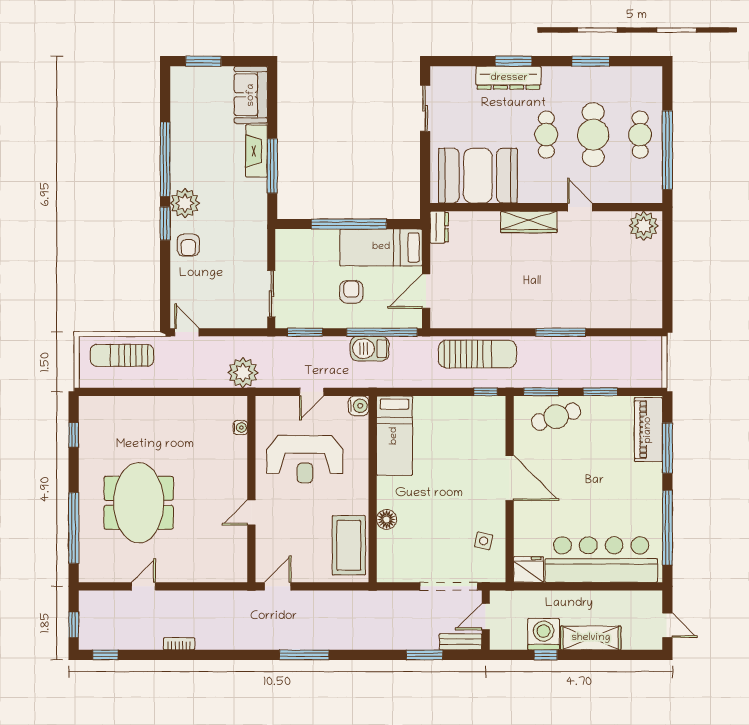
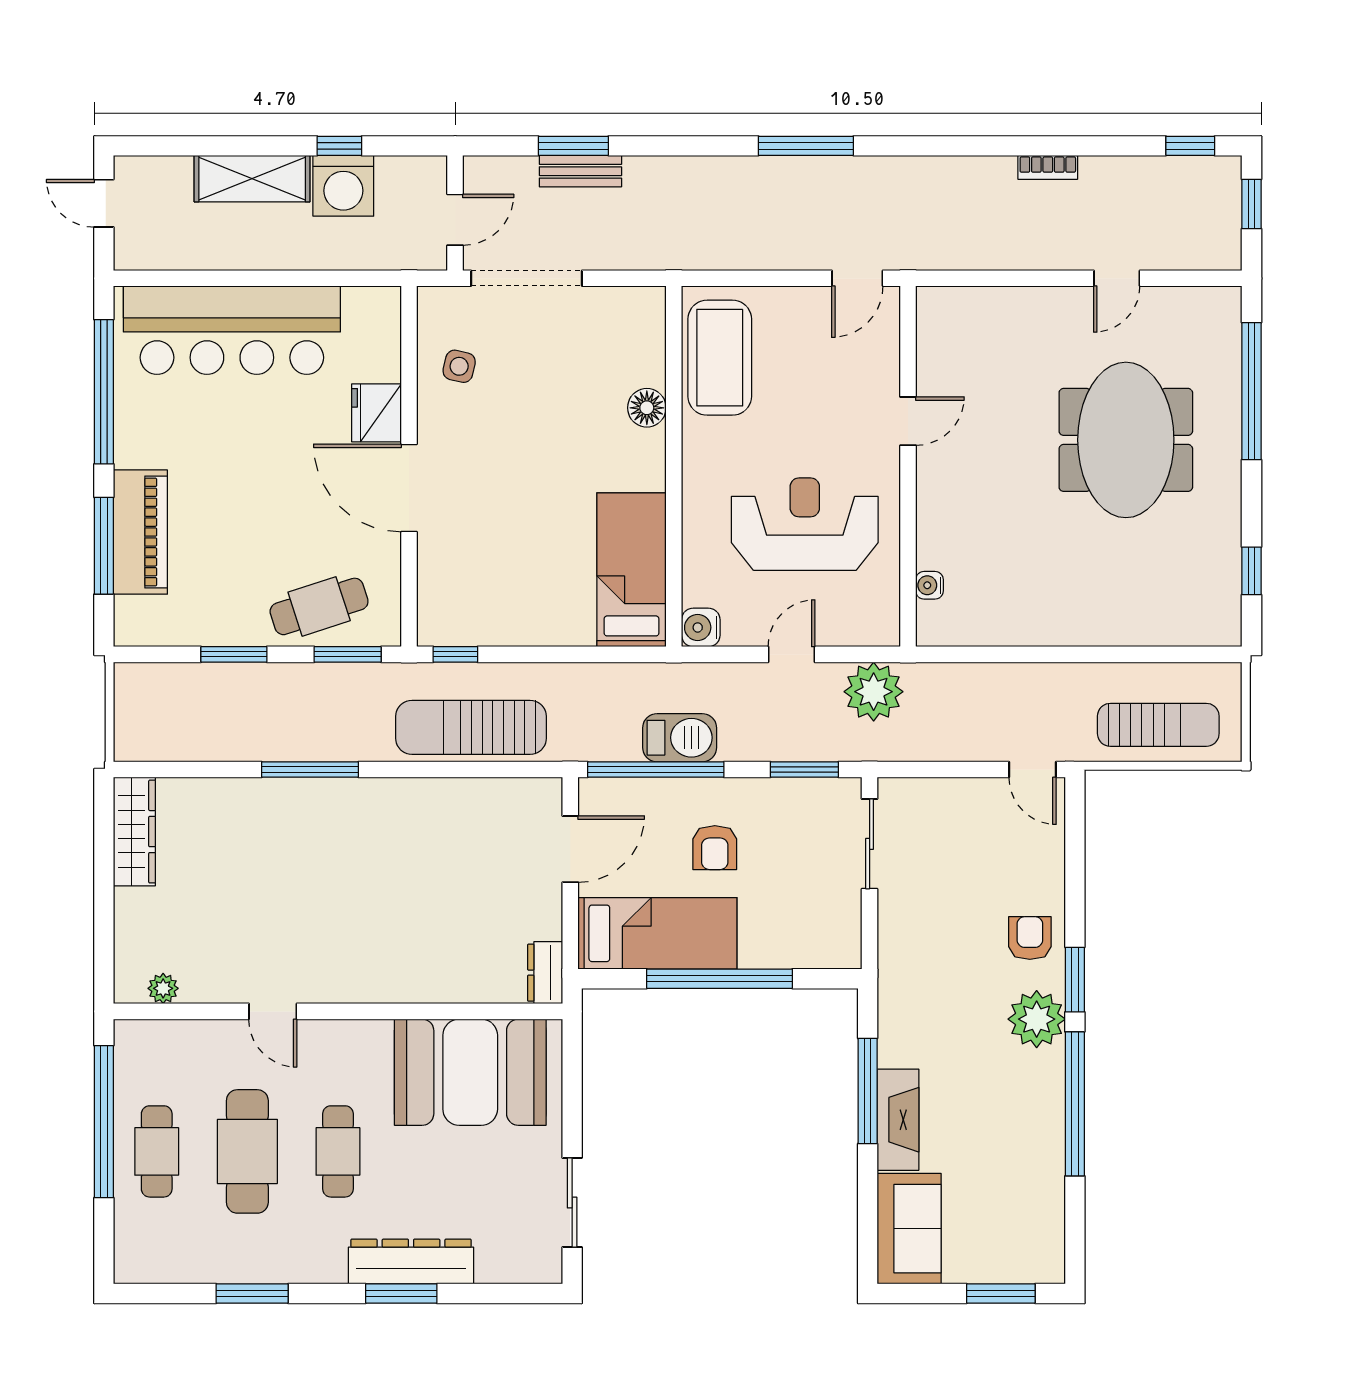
wardrobe: (529, 222) -> (134, 832), moved, turned 90
plant: (644, 226) -> (163, 988), width x0.53, depth x0.53
plant: (243, 373) -> (874, 692), moved
piano: (648, 430) -> (140, 532), moved
fridge: (528, 570) -> (376, 413), moved, turned 90
bench: (460, 642) -> (580, 171), moved

